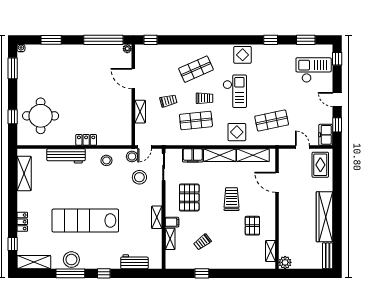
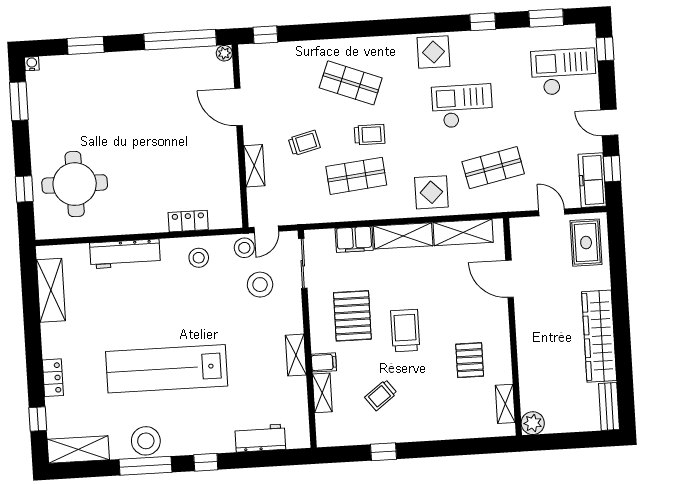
shop shelf: (196, 69) -> (351, 83), turned 45
checkout: (235, 91) -> (462, 106), moved, turned -90
freezer: (326, 135) -> (592, 180), width x1.40
locker: (86, 140) -> (188, 221), moved
trolley: (232, 199) -> (405, 331), moved

